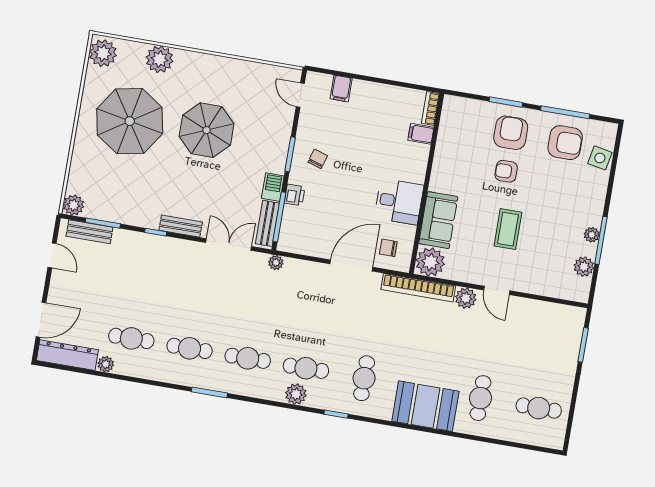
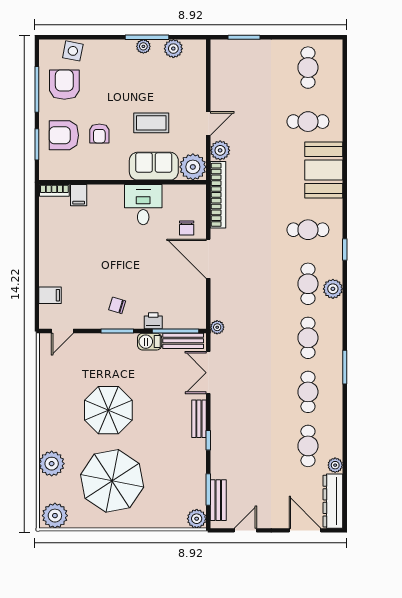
bookcase: (431, 109) -> (54, 190), moved
filing cabinet: (421, 134) -> (79, 195), moved
wall: (427, 183) -> (123, 182), moved
desk: (399, 202) -> (143, 205), moved
sofa: (438, 220) -> (154, 166), moved
plant: (430, 262) -> (193, 167), moved

